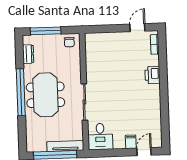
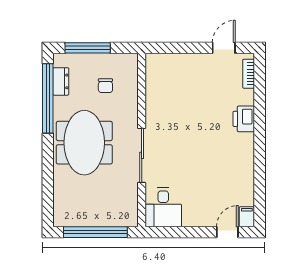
chair: (69, 42) -> (105, 86), moved
window: (21, 92) -> (48, 98), moved
filing cabinet: (131, 142) -> (247, 217), moved
tv unit: (65, 146) -> (111, 219), removed

